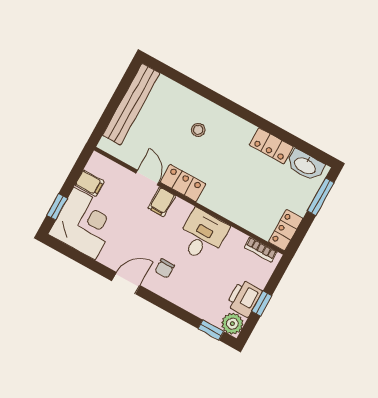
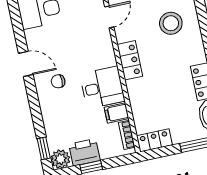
stool: (198, 130) -> (171, 23), width x1.89, depth x1.89
locker: (183, 183) -> (130, 60), moved
filing cabinet: (162, 202) -> (117, 113), moved

